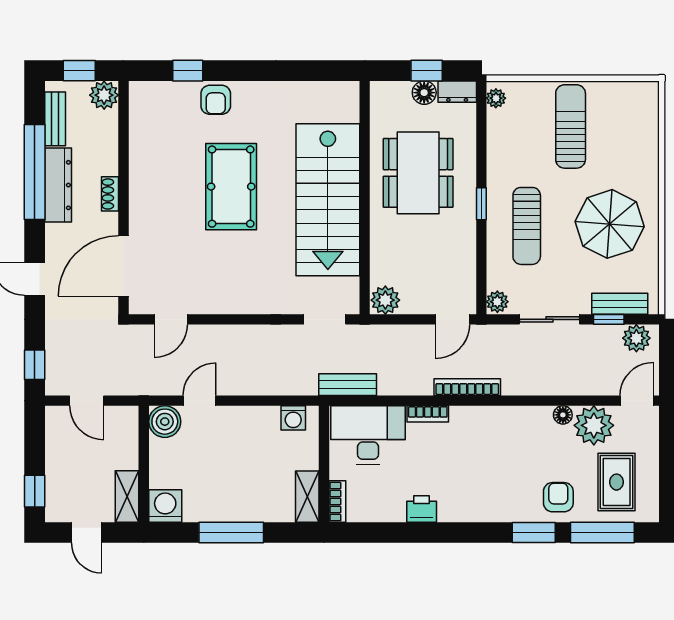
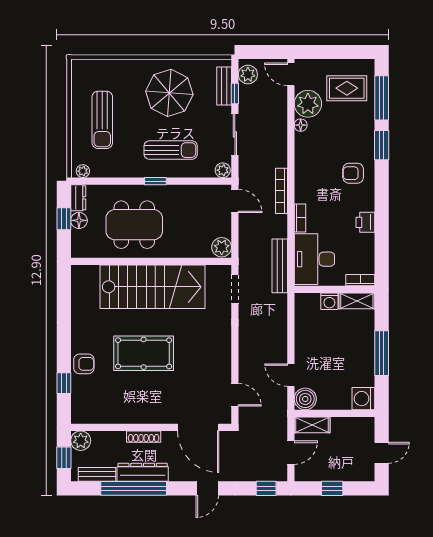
sun lounger: (571, 126) -> (102, 120), turned -90
shoe rack: (110, 194) -> (144, 437), width x1.43
bench: (348, 385) -> (280, 266), width x1.36
washing machine: (293, 418) -> (329, 301), moved, turned 90
window: (35, 491) -> (332, 488), moved
shelving: (127, 497) -> (312, 425), moved
armchair: (558, 497) -> (353, 173), moved

